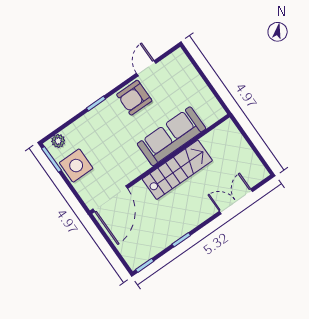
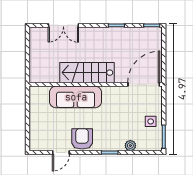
armchair: (134, 98) -> (82, 139), turned -90
plant: (58, 141) -> (130, 146), moved
side table: (76, 166) -> (151, 121), width x0.54, depth x0.54

